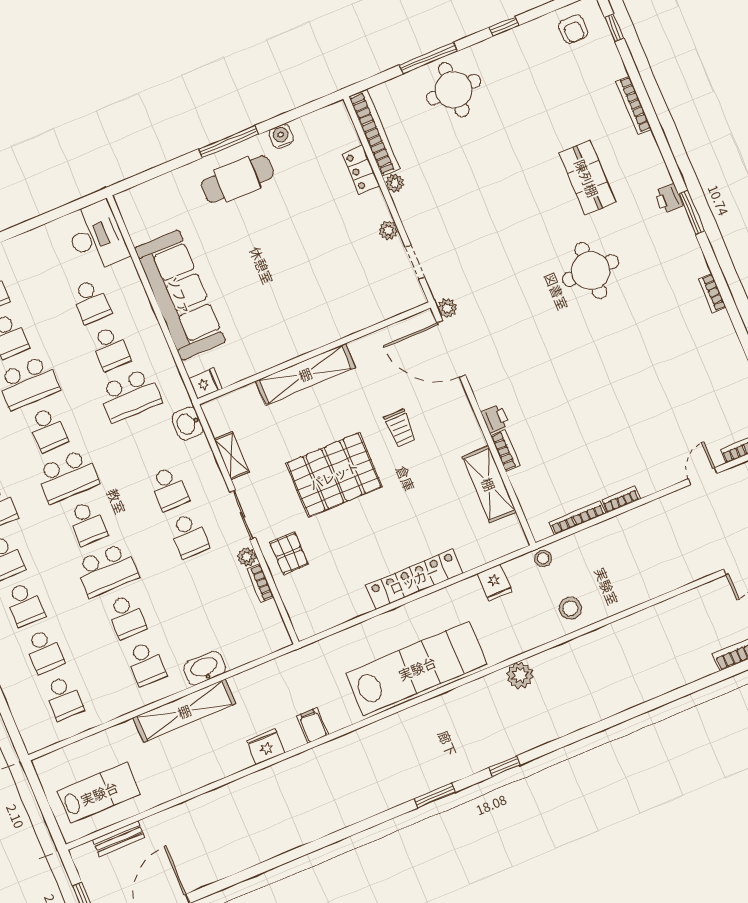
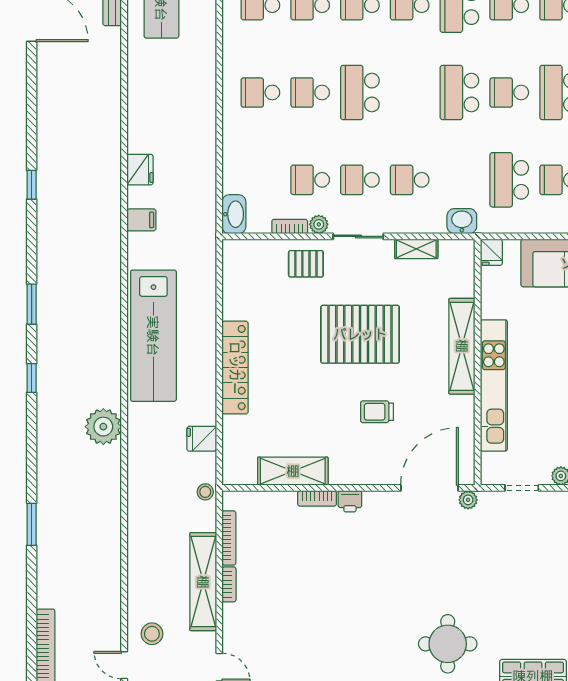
kitchen unit: (329, 329) -> (494, 385), added
pallet: (334, 475) -> (360, 334), turned 90
school desk: (87, 523) -> (310, 180), moved
stool: (570, 608) -> (152, 634), moved
washbasin: (205, 668) -> (234, 214), moved
plant: (520, 675) -> (103, 427), width x1.36, depth x1.36
window: (642, 709) -> (32, 524), added
shelving: (184, 711) -> (203, 582), moved
window: (323, 842) -> (32, 185), added

